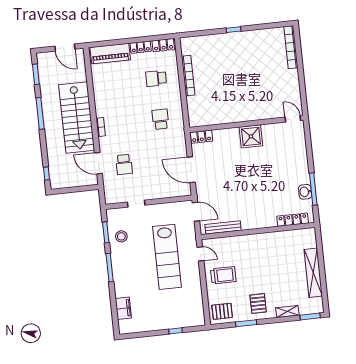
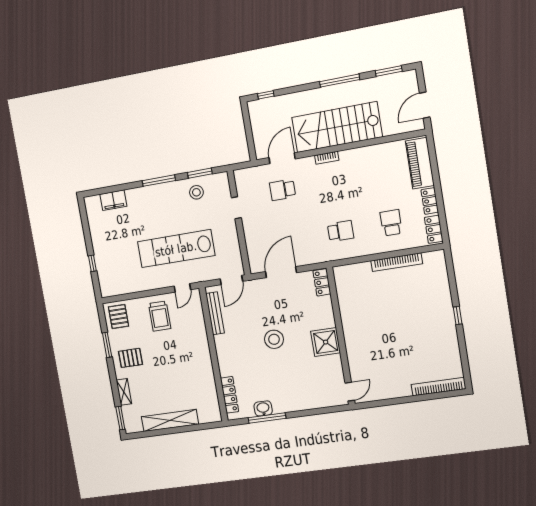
stool: (247, 179) -> (274, 339), added

